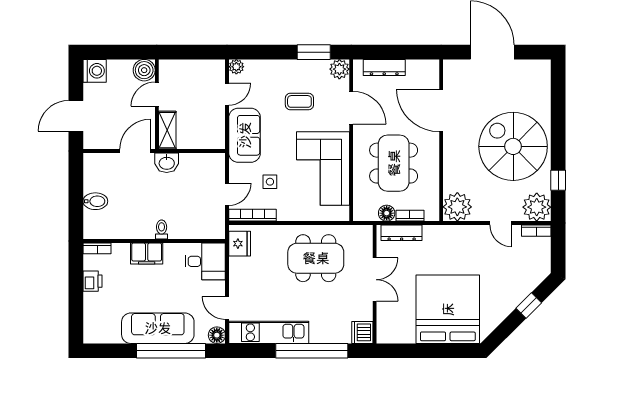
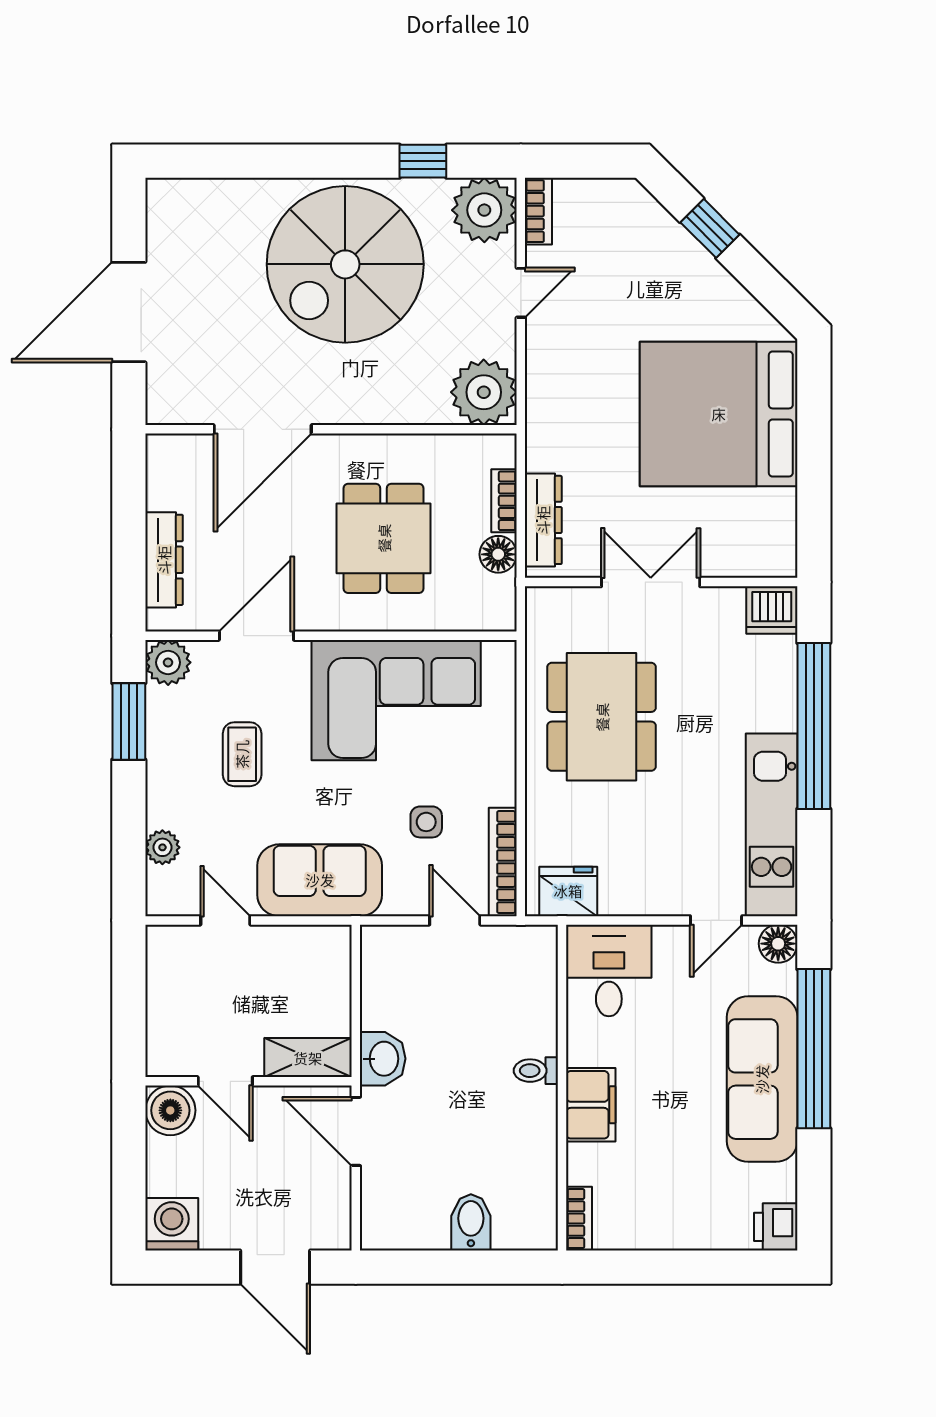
plant: (236, 67) -> (162, 847), moved
dining table: (394, 163) -> (384, 538), width x0.73
printer: (92, 281) -> (776, 1227), moved, turned -90

